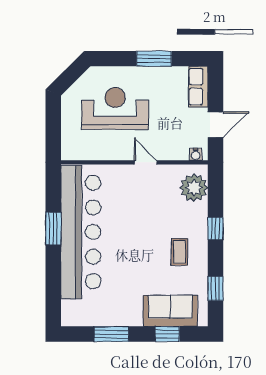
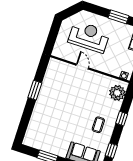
door: (146, 162) -> (82, 67), moved
bar counter: (81, 232) -> (49, 97), removed

